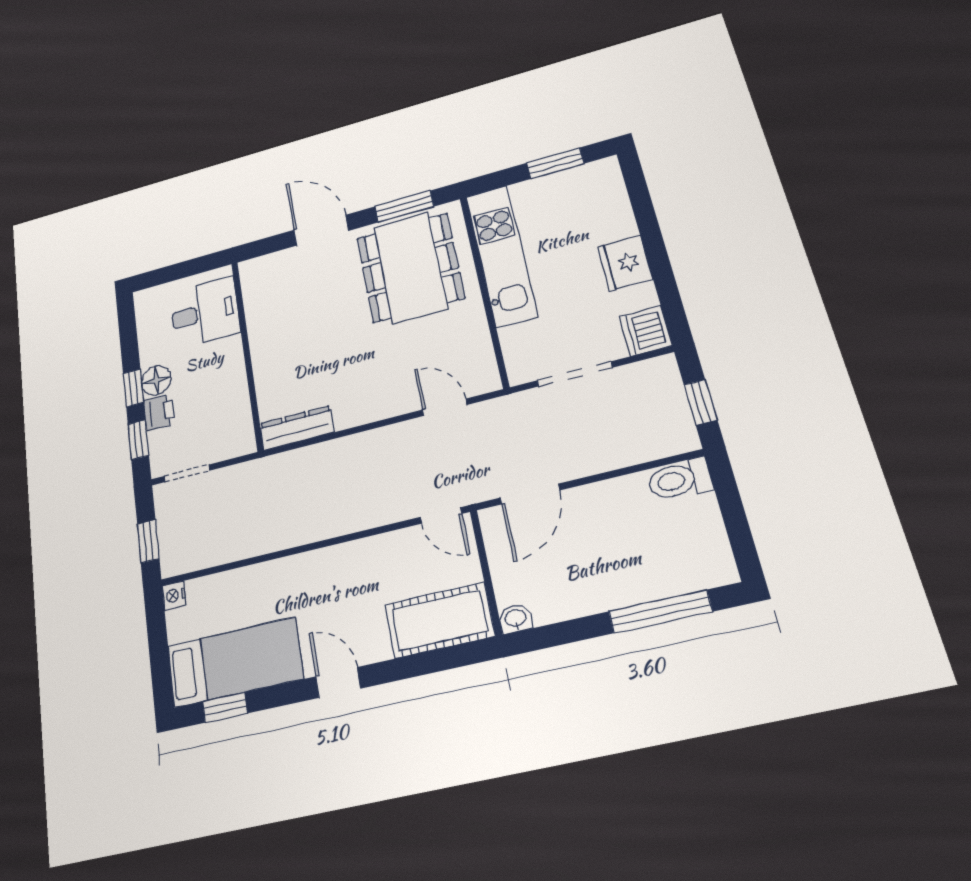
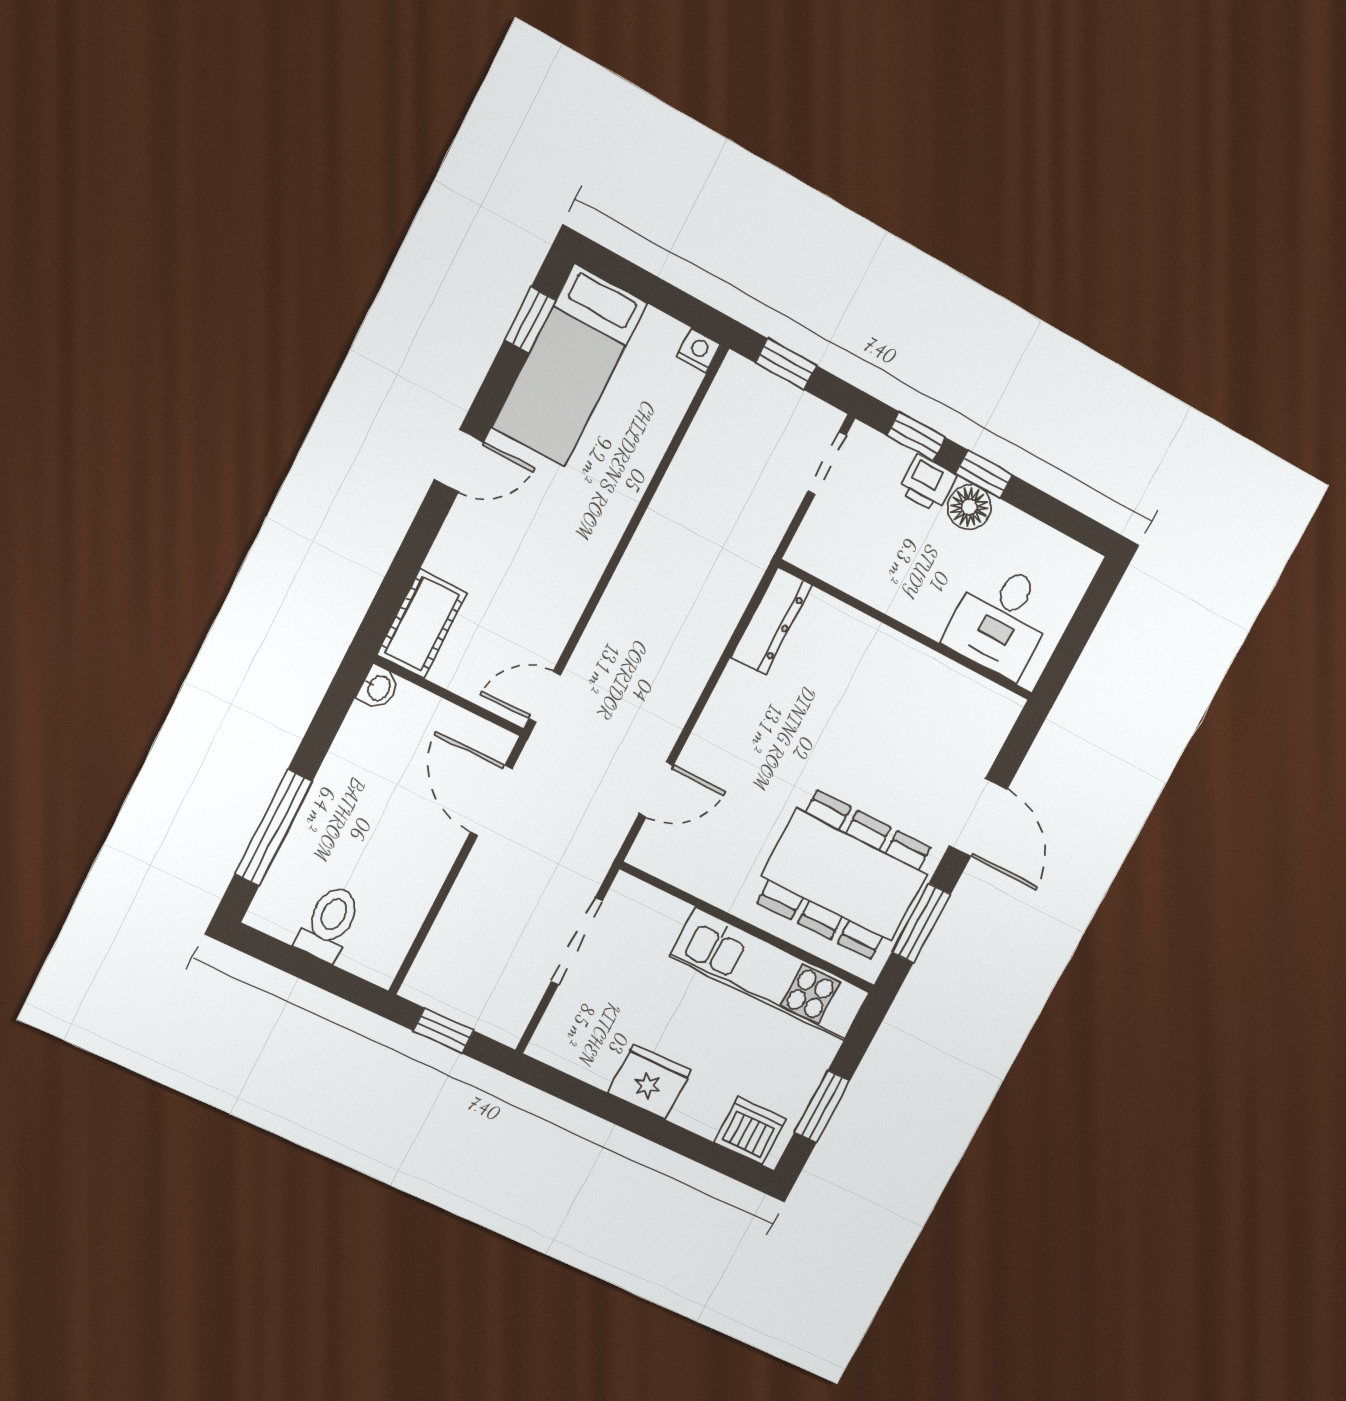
door: (321, 230) -> (978, 817), hinge flipped
dishwasher: (646, 331) -> (750, 1131), moved
toilet: (680, 480) -> (329, 923), moved
cot: (439, 620) -> (422, 624), width x0.73, depth x0.75

